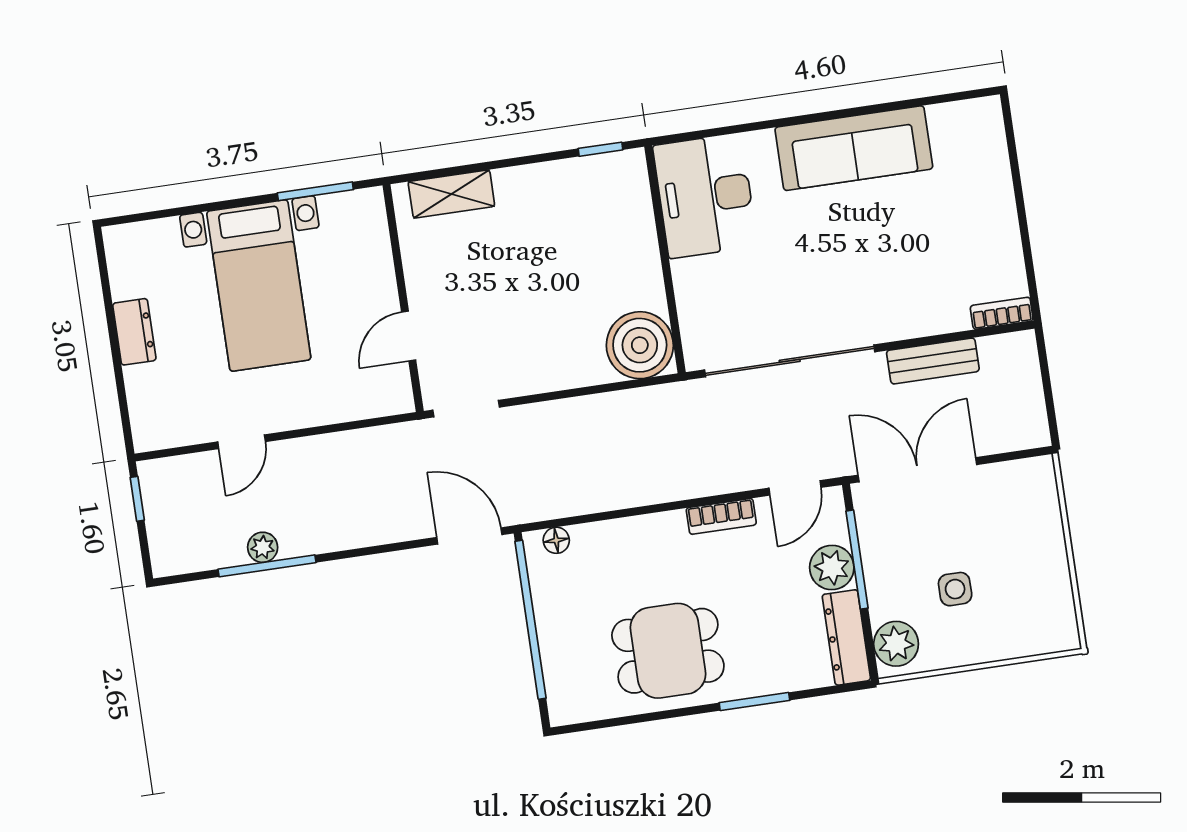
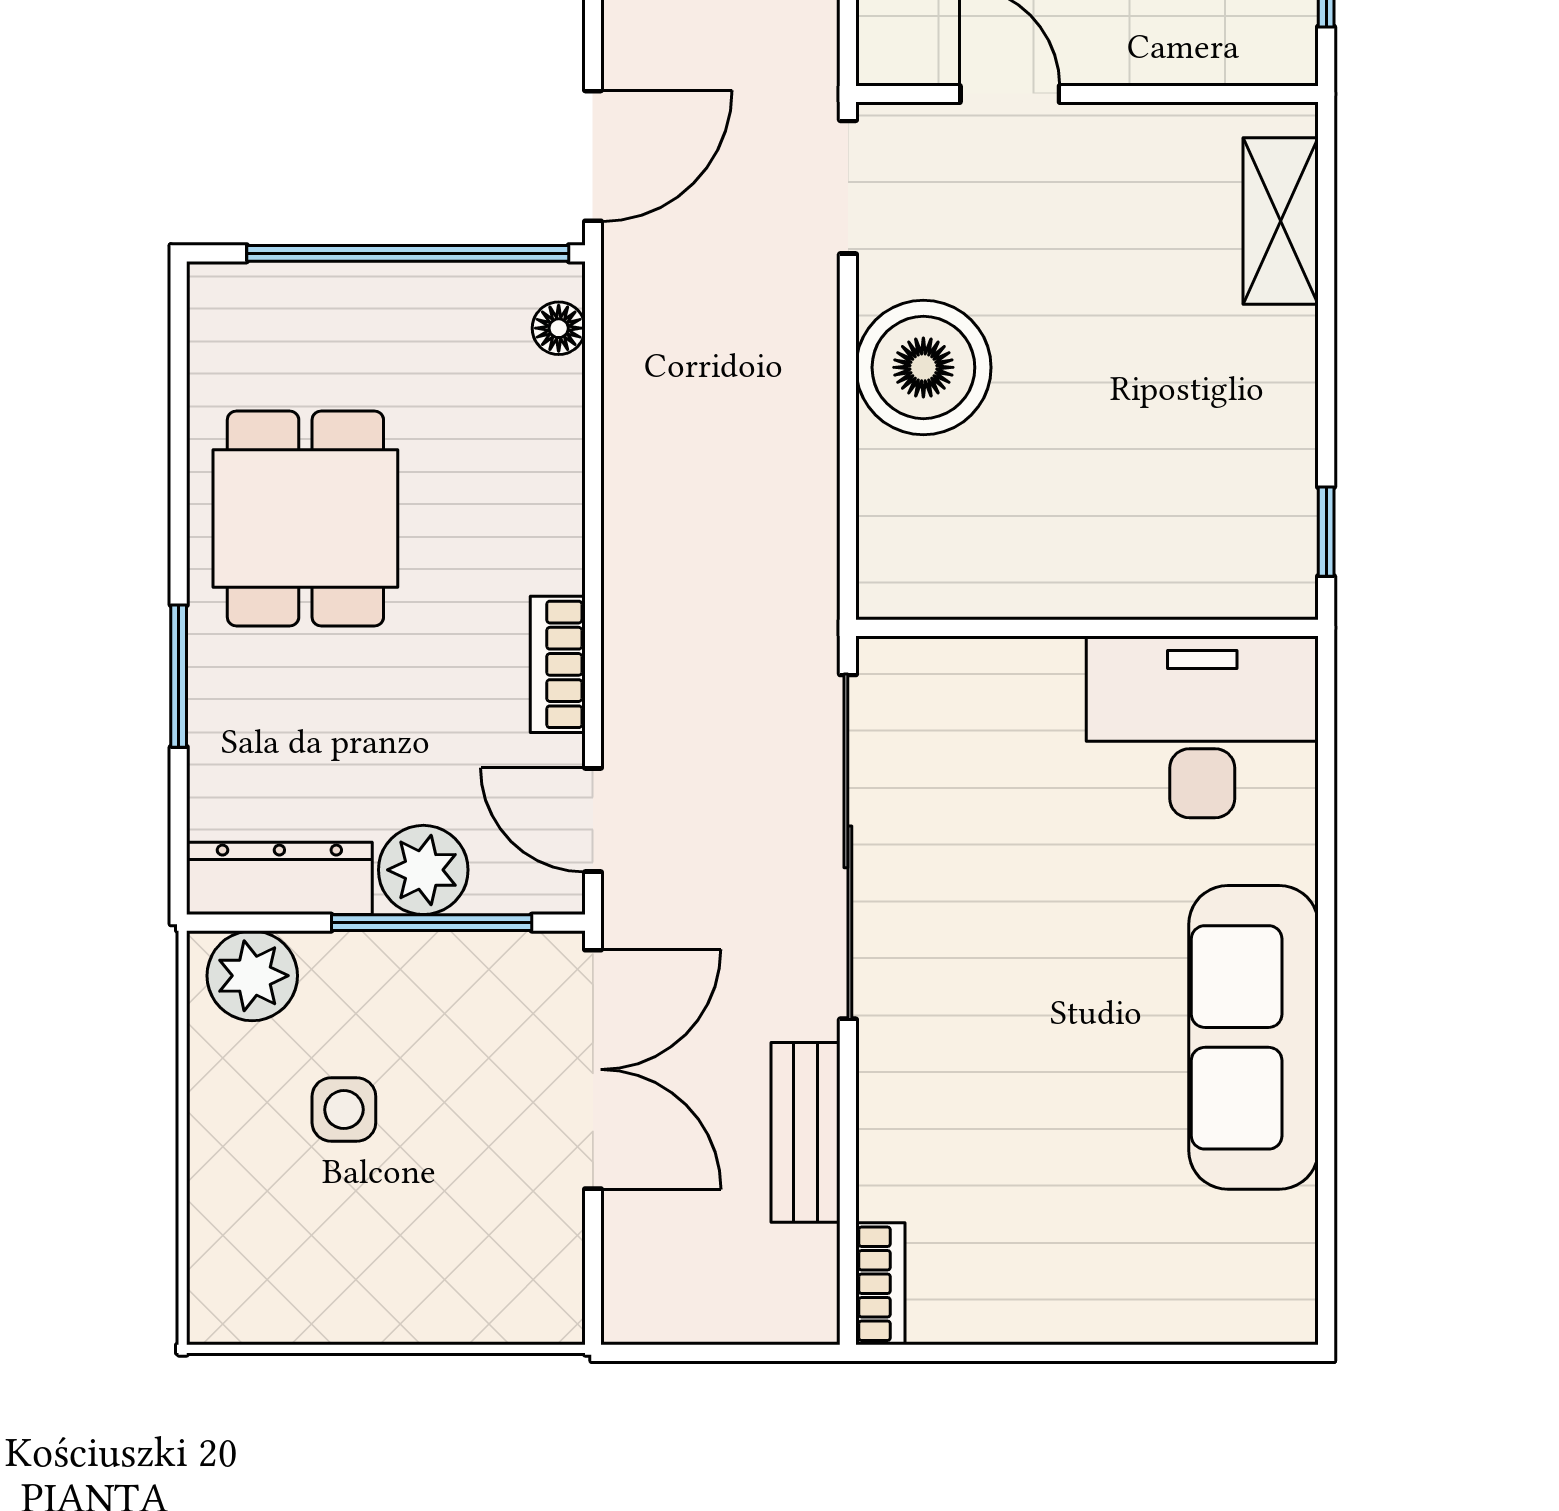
boiler: (640, 345) -> (923, 367), moved

